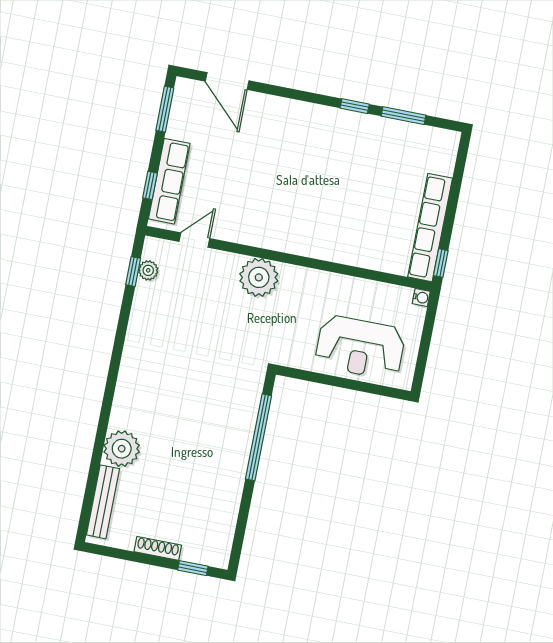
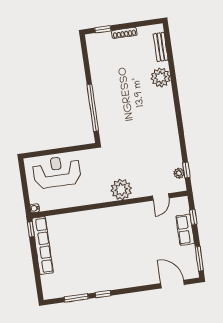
row of seats: (169, 181) -> (185, 230), width x0.68
bench: (103, 502) -> (161, 47), width x0.73

